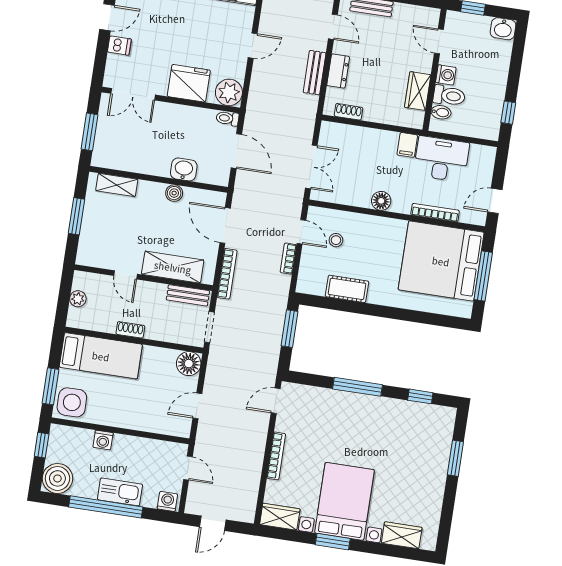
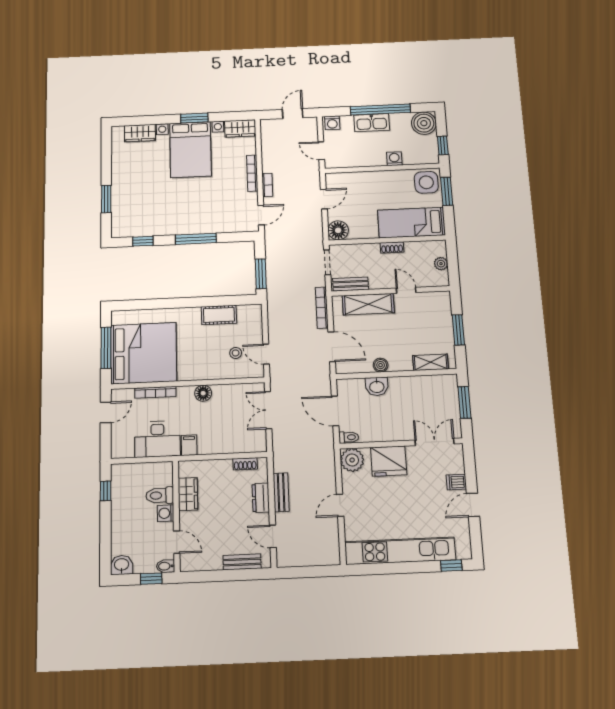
bidet: (441, 112) -> (166, 566), moved
bookcase: (288, 259) -> (267, 185), moved

